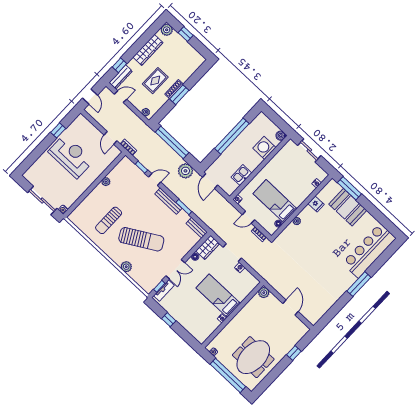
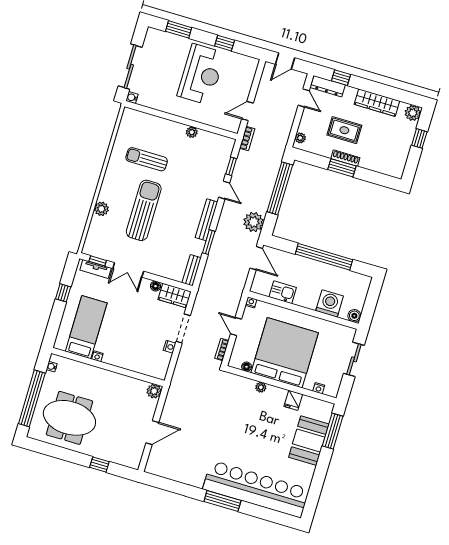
window: (34, 156) -> (179, 29), added
door: (210, 181) -> (256, 258), swing flipped
bed: (275, 201) -> (285, 353), width x2.04
sun lounger: (141, 239) -> (144, 210), turned -150
bar counter: (369, 251) -> (256, 489), width x1.36
bed: (218, 296) -> (86, 327), moved

